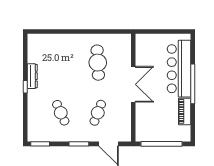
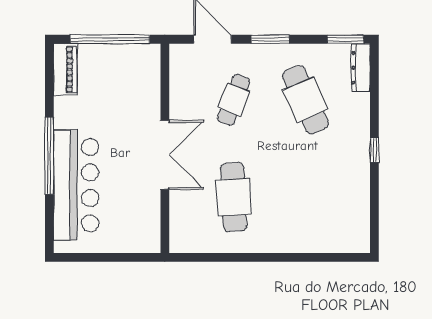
dresser: (32, 76) -> (361, 68), moved
double door: (133, 84) -> (165, 155), swing flipped
piano: (185, 111) -> (65, 69), moved
cafe table: (61, 113) -> (306, 100), width x1.37, depth x1.35

